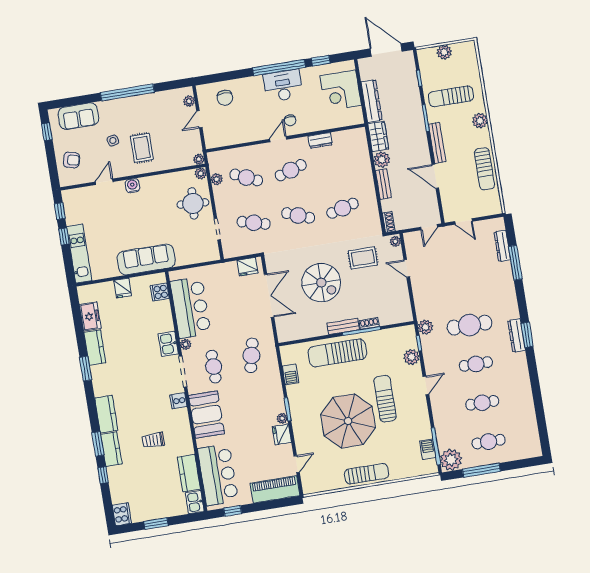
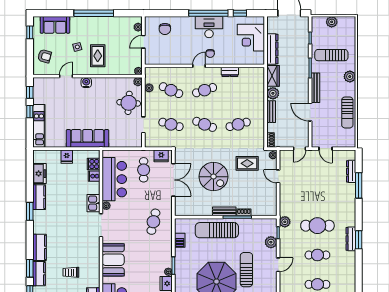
cafe table: (214, 367) -> (144, 170), moved
cooker: (178, 401) -> (94, 176), moved

